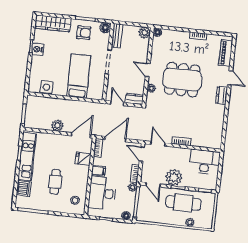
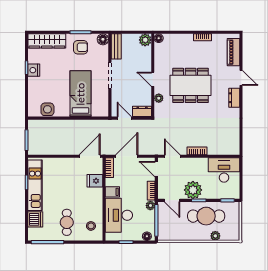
plant: (57, 125) -> (63, 149), removed
cafe table: (55, 182) -> (67, 222), moved

